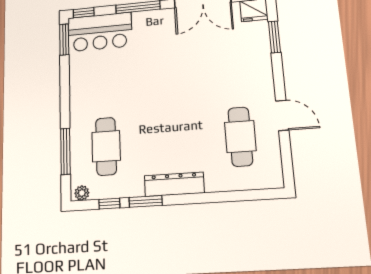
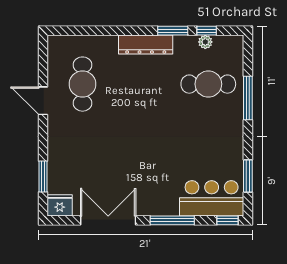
window: (64, 39) -> (248, 176), moved
cafe table: (106, 146) -> (208, 84), turned 90
window: (65, 151) -> (248, 98), moved
plant: (82, 193) -> (205, 42), moved

